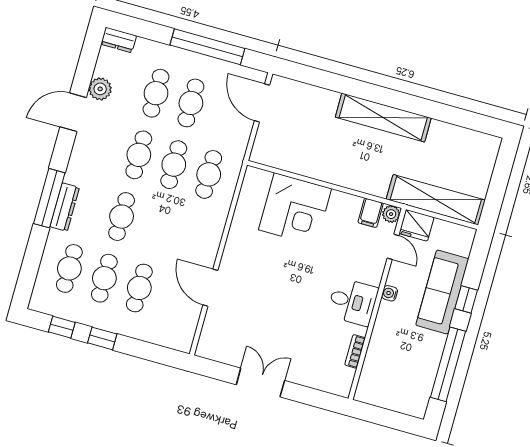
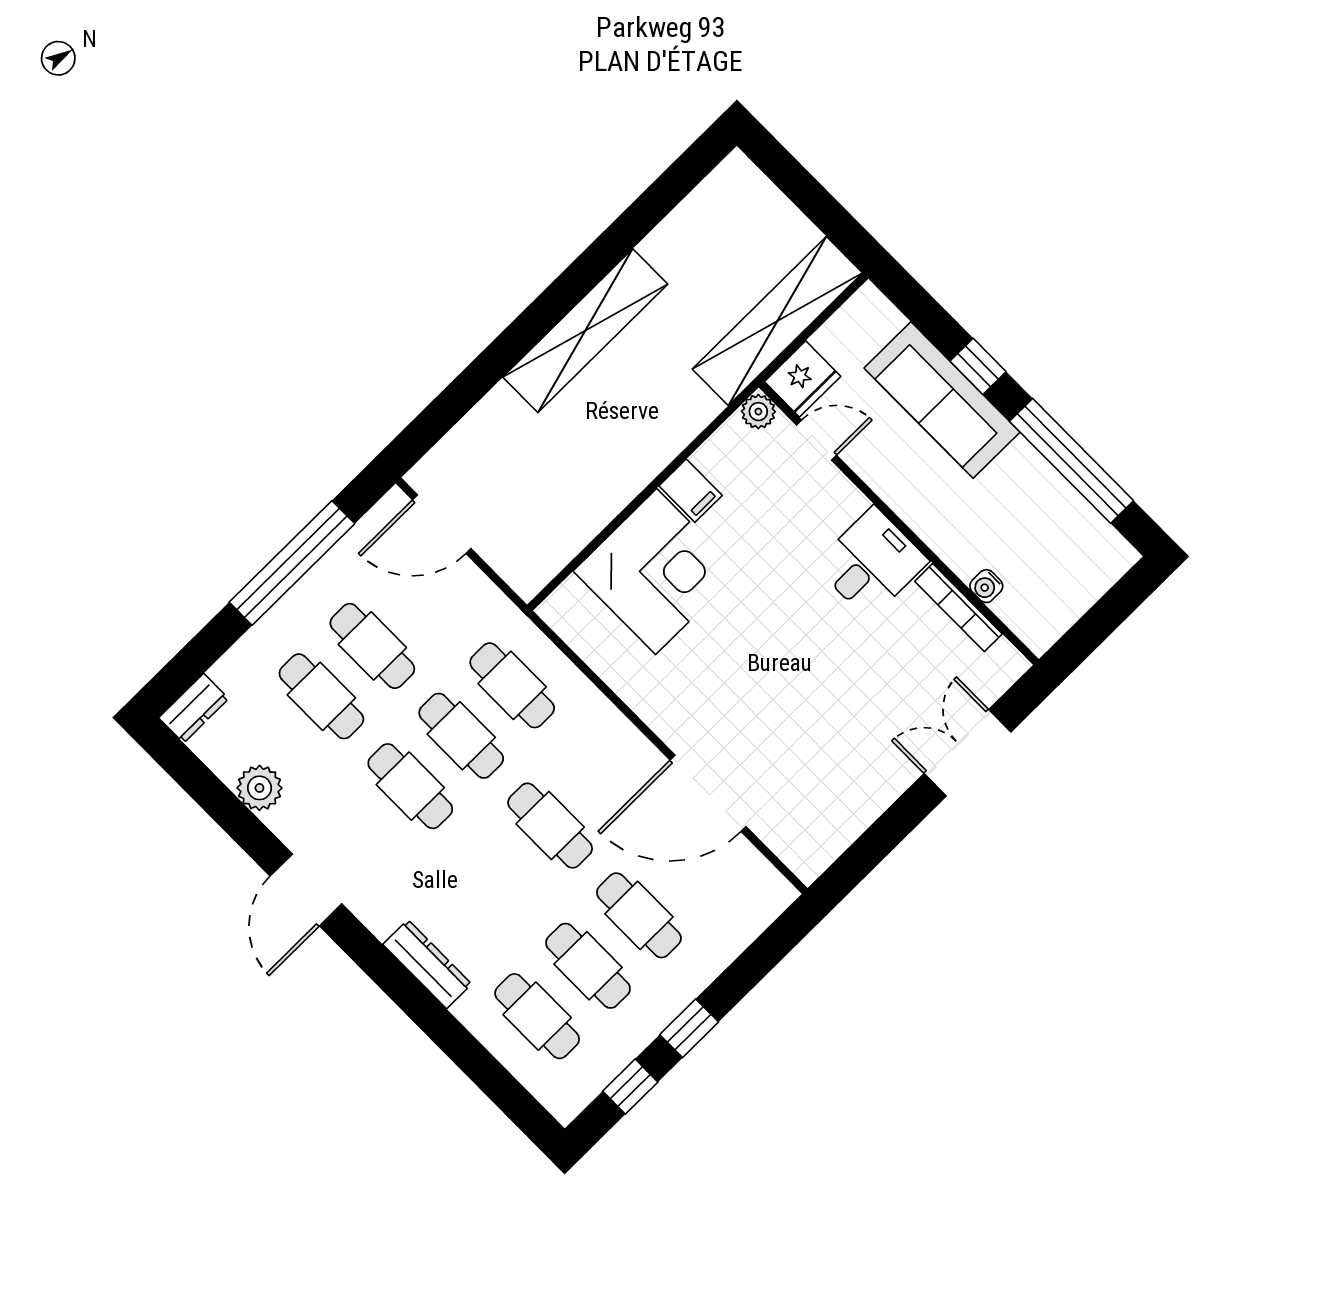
door: (73, 112) -> (306, 890), moved
window: (49, 198) -> (397, 982), removed
filing cabinet: (371, 213) -> (691, 491), moved
cafe table: (122, 217) -> (550, 826), moved
door: (210, 288) -> (708, 793), width x1.36
water cooler: (390, 293) -> (986, 586), moved
bookcase: (355, 351) -> (959, 608), width x1.56
double door: (260, 383) -> (968, 753), moved

